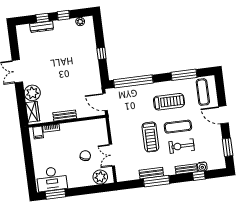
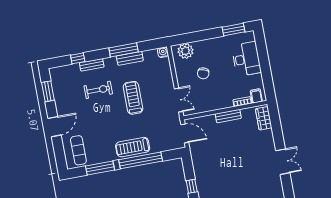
window: (133, 81) -> (141, 160), moved
plant: (32, 93) -> (265, 139), removed
treadmill: (169, 102) -> (133, 147), moved
door: (223, 115) -> (54, 127), hinge flipped
exercise mat: (178, 127) -> (104, 111), removed
double door: (112, 155) -> (179, 100), moved
water cooler: (202, 167) -> (163, 52), moved
desk: (52, 179) -> (246, 59), moved, turned 90

